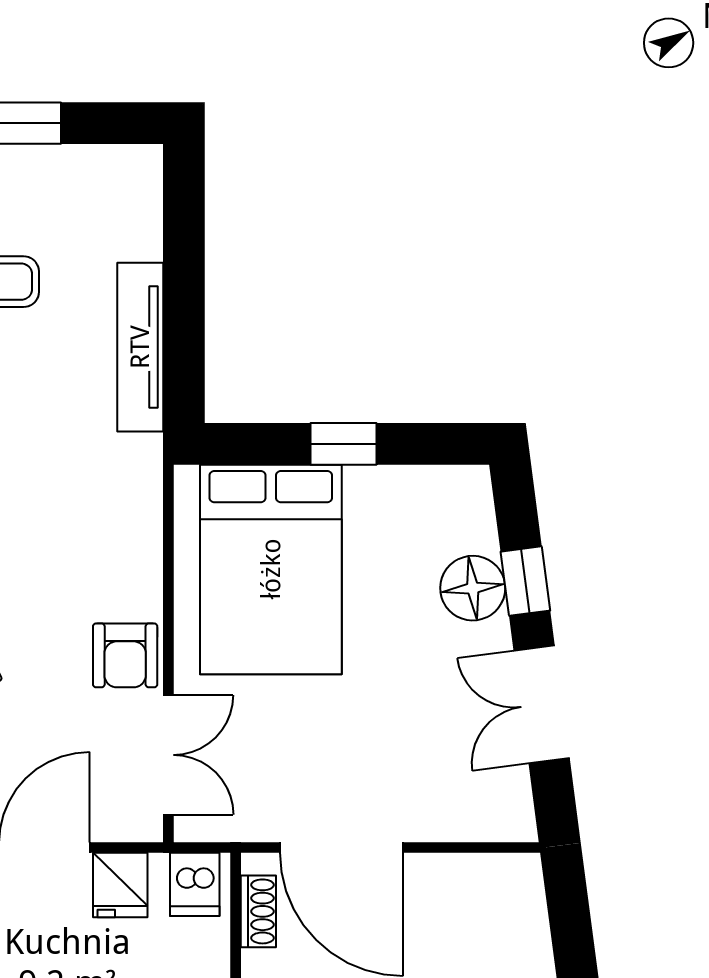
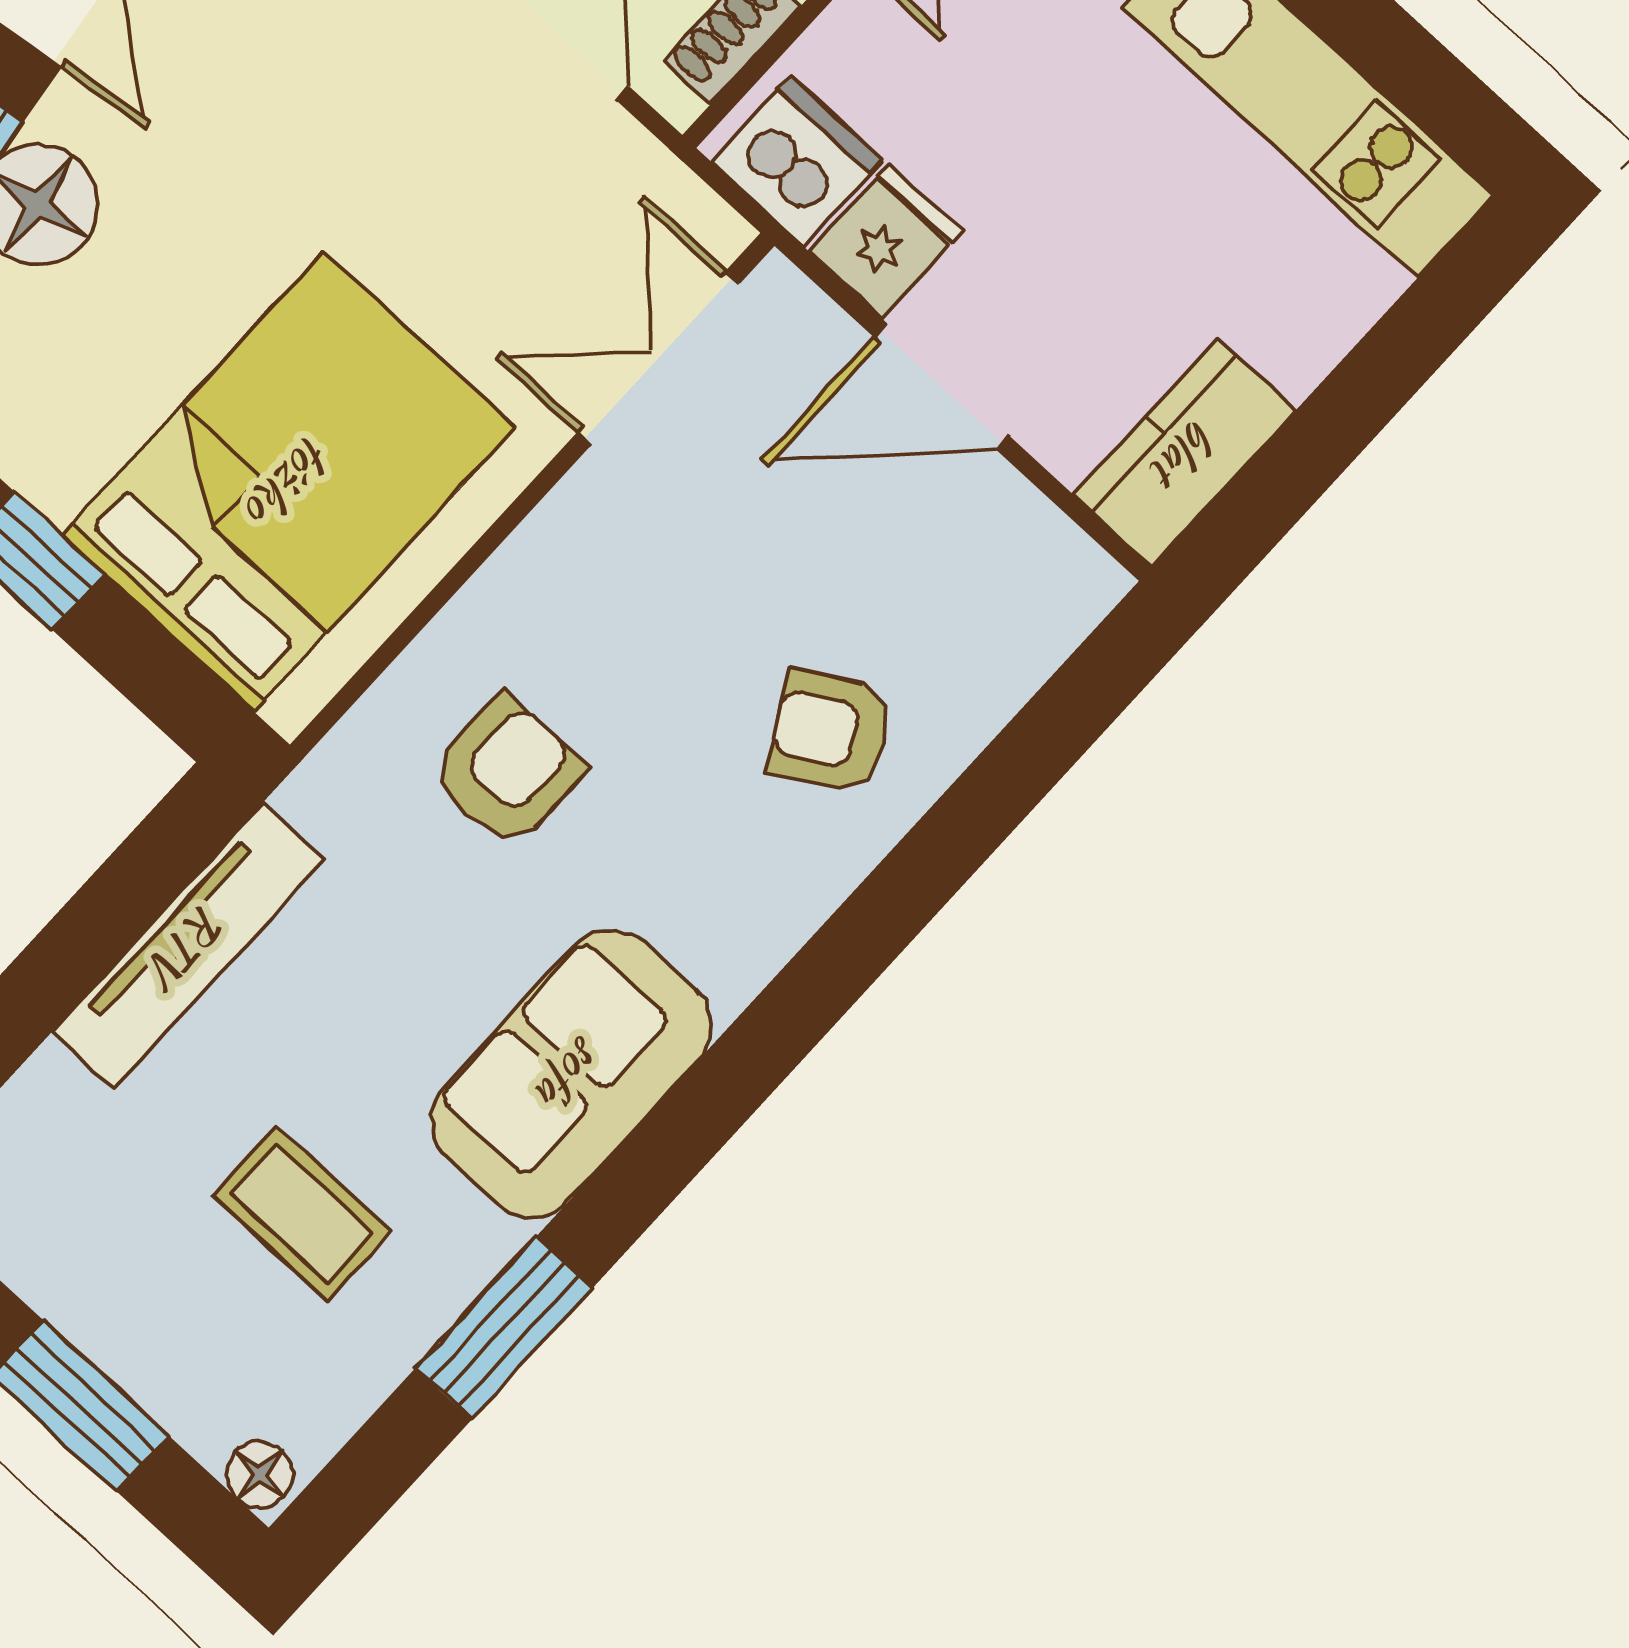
armchair: (125, 655) -> (507, 771), moved
dishwasher: (195, 884) -> (797, 161), width x1.38

